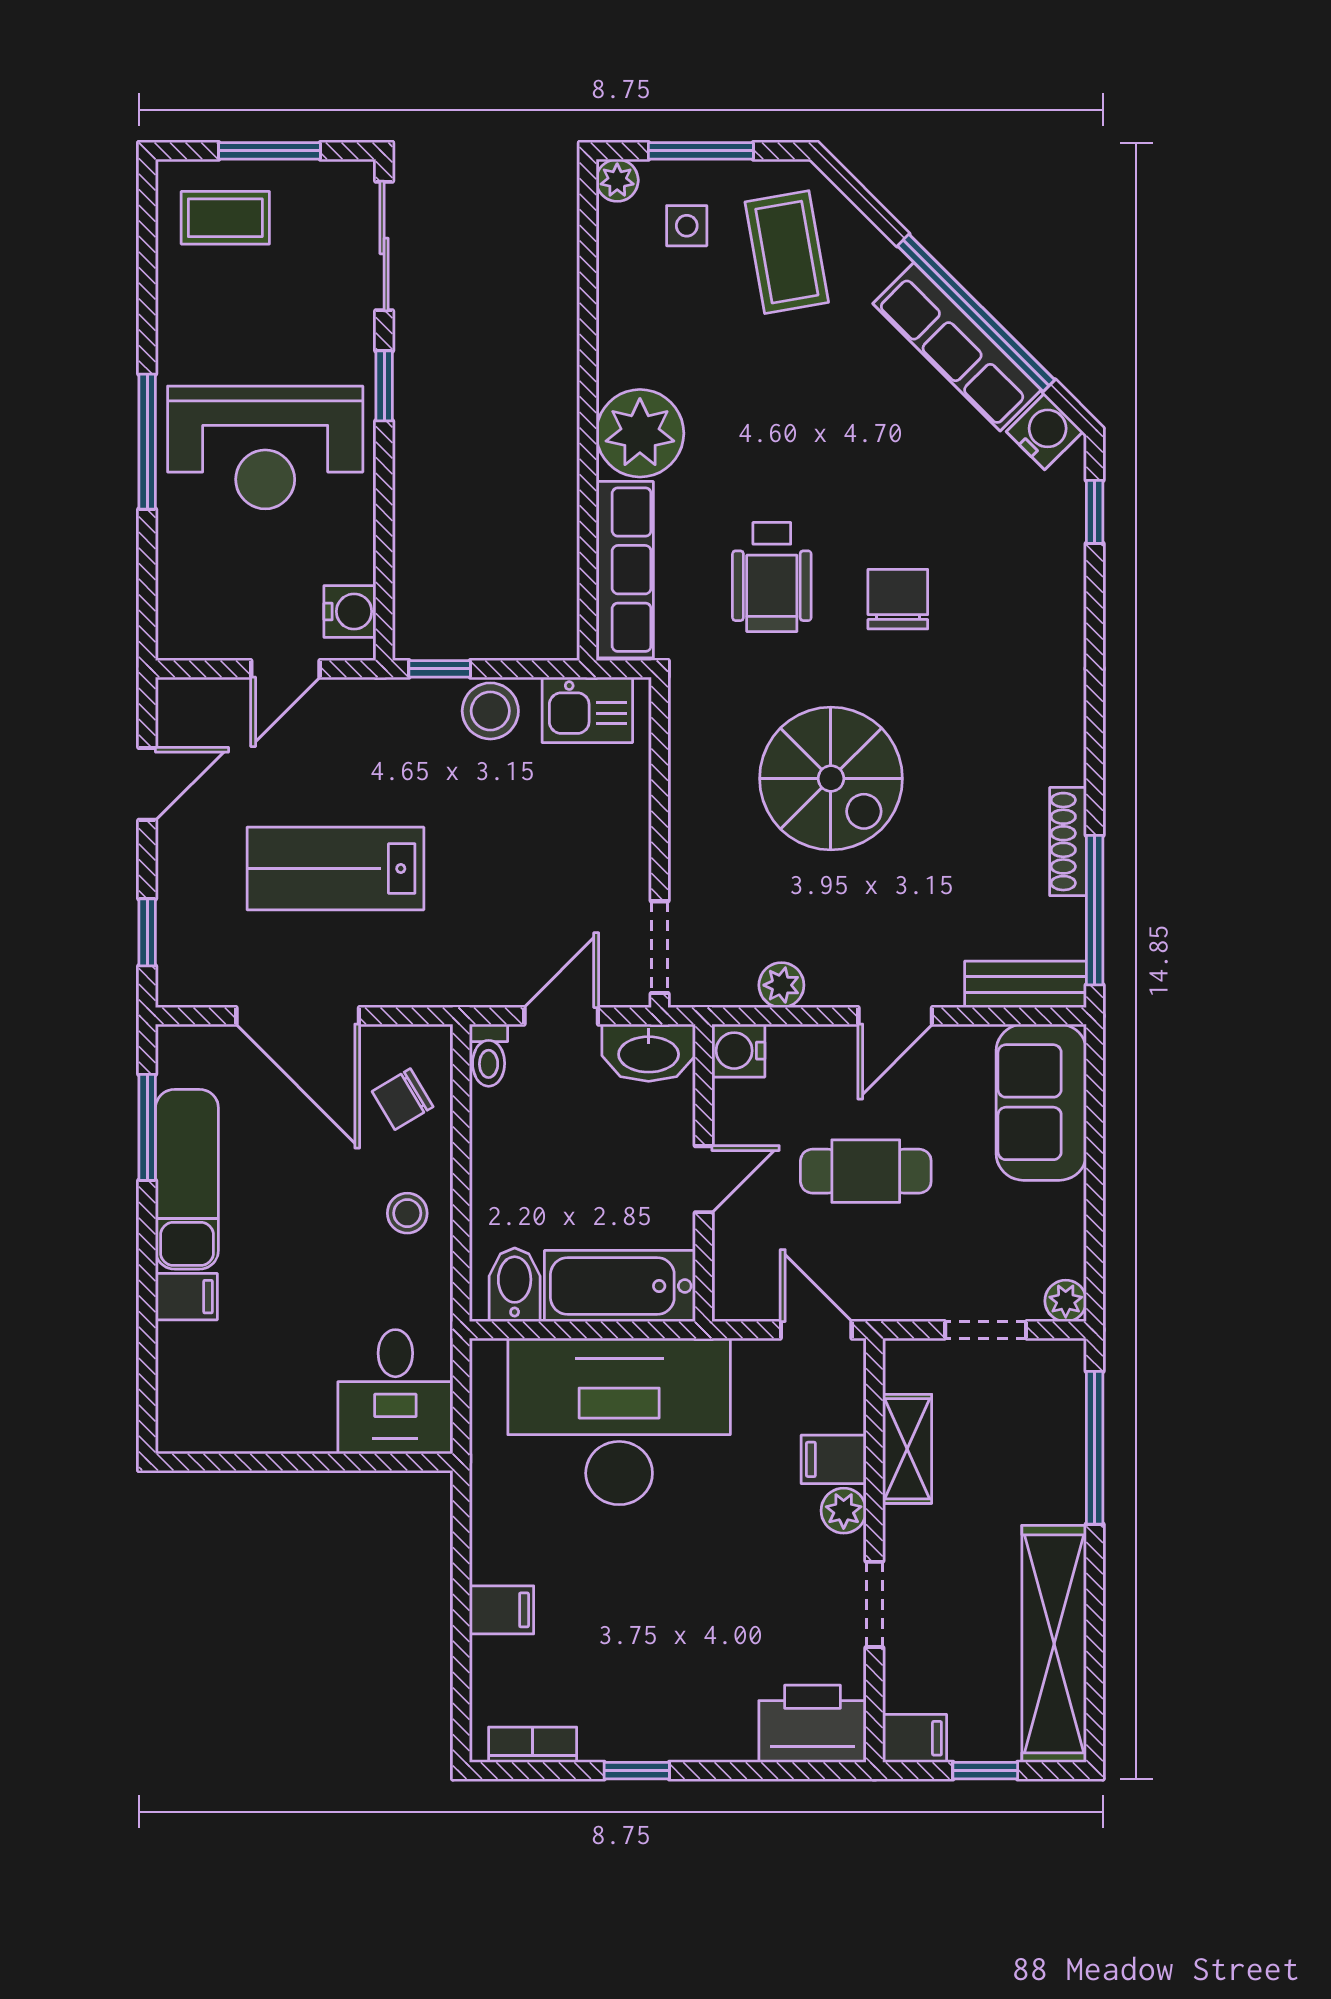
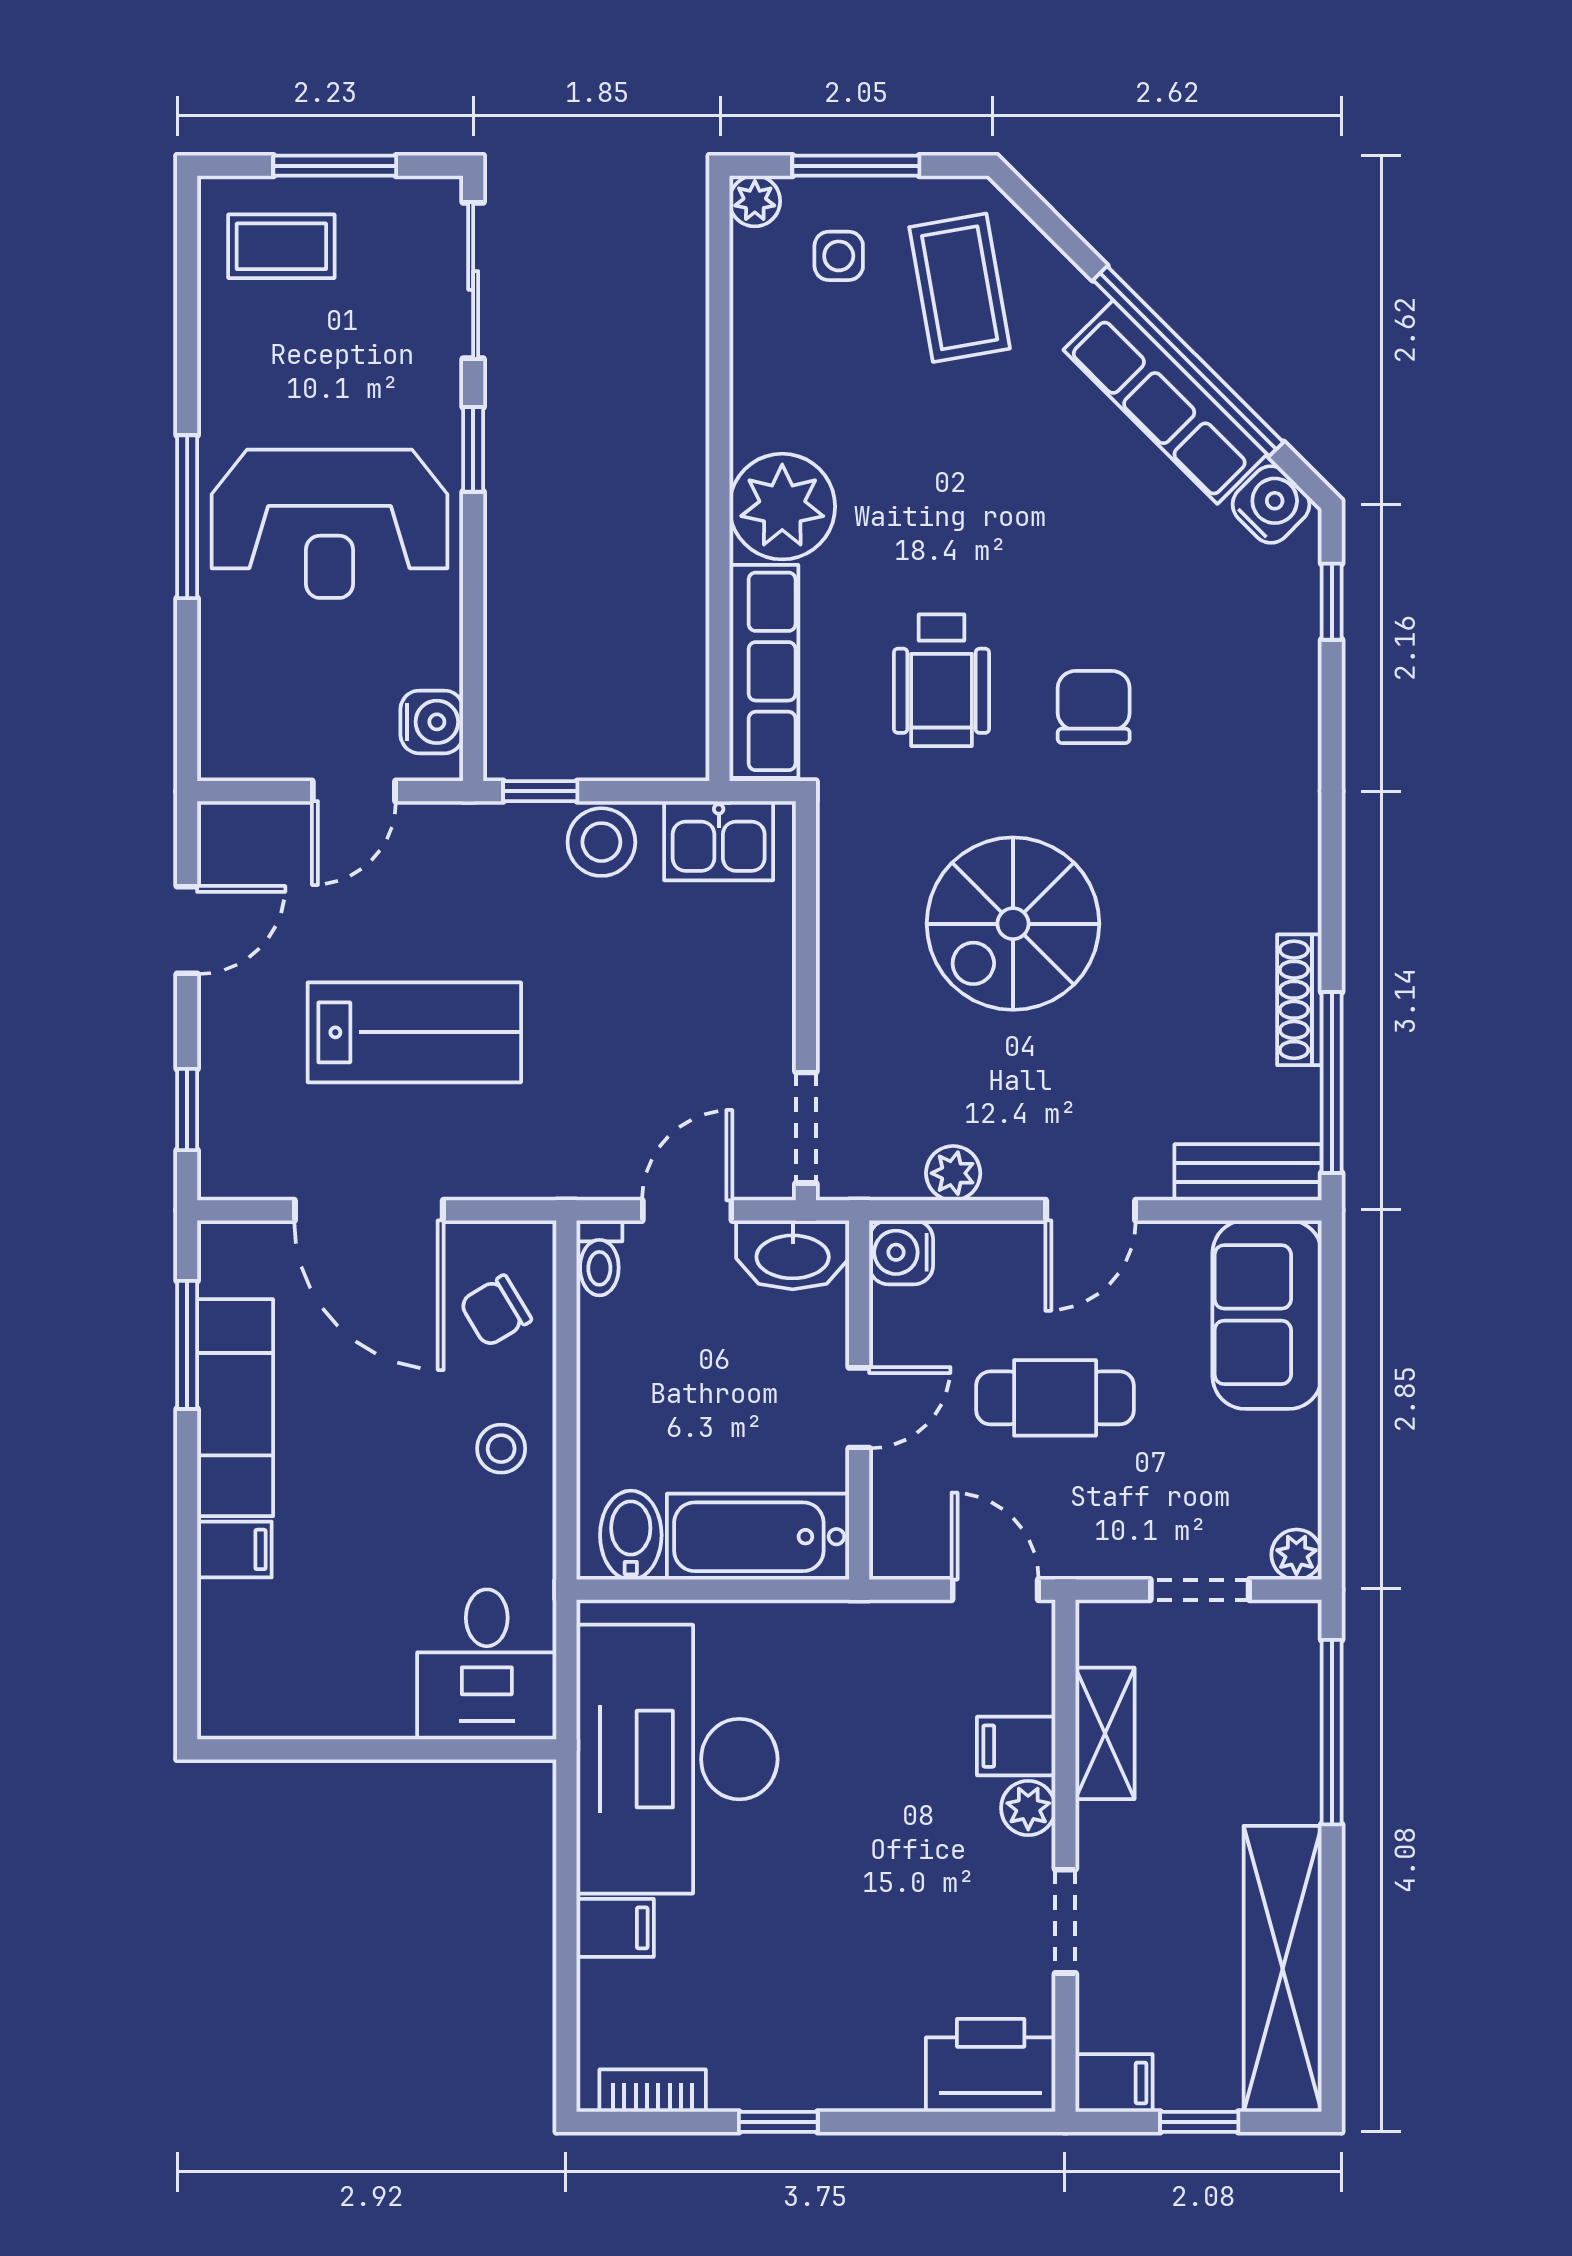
spiral stairs: (831, 779) -> (1013, 924), turned 90
lab bench: (335, 869) -> (414, 1032), turned 180
desk: (619, 1421) -> (677, 1759), moved, turned -90

